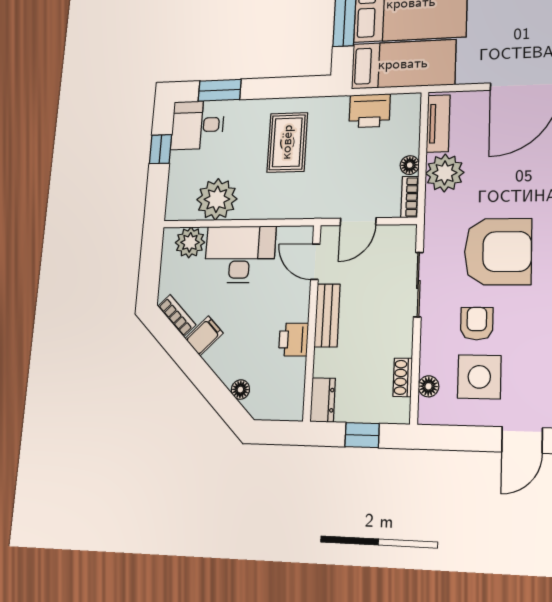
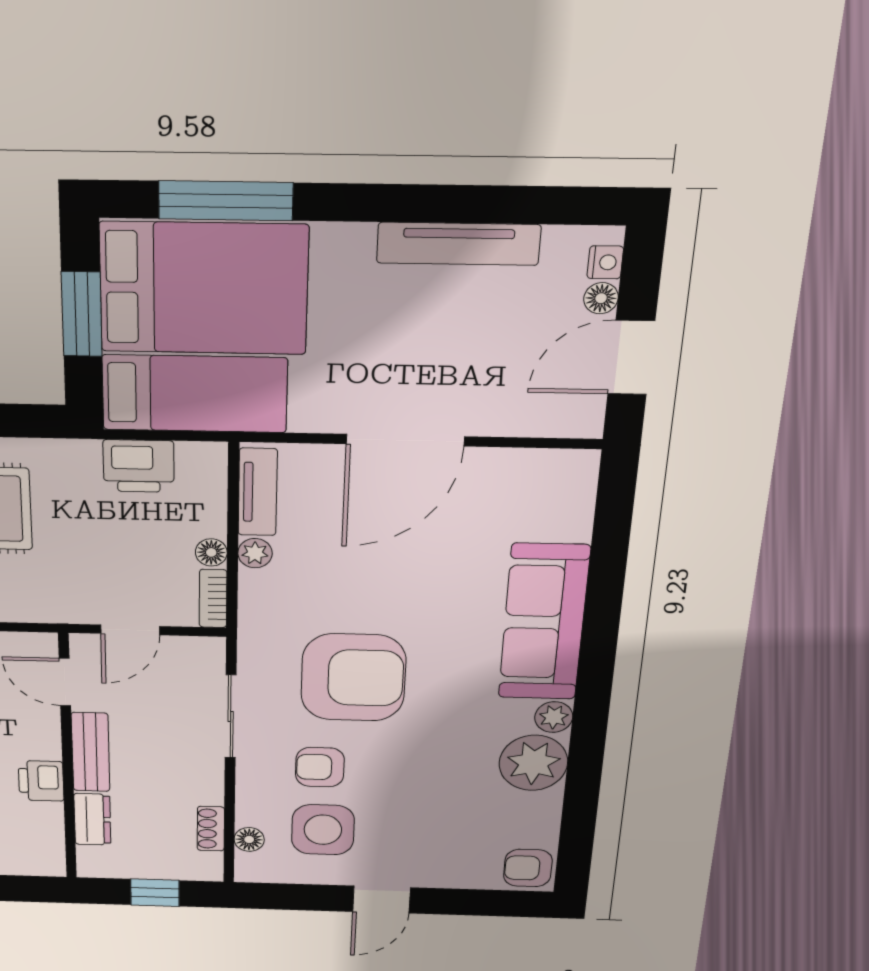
plant: (445, 173) -> (255, 553), width x0.53, depth x0.53
armchair: (477, 324) -> (320, 767), turned -90
dresser: (323, 400) -> (92, 819), moved

